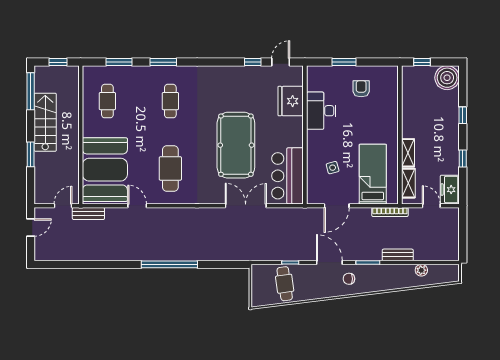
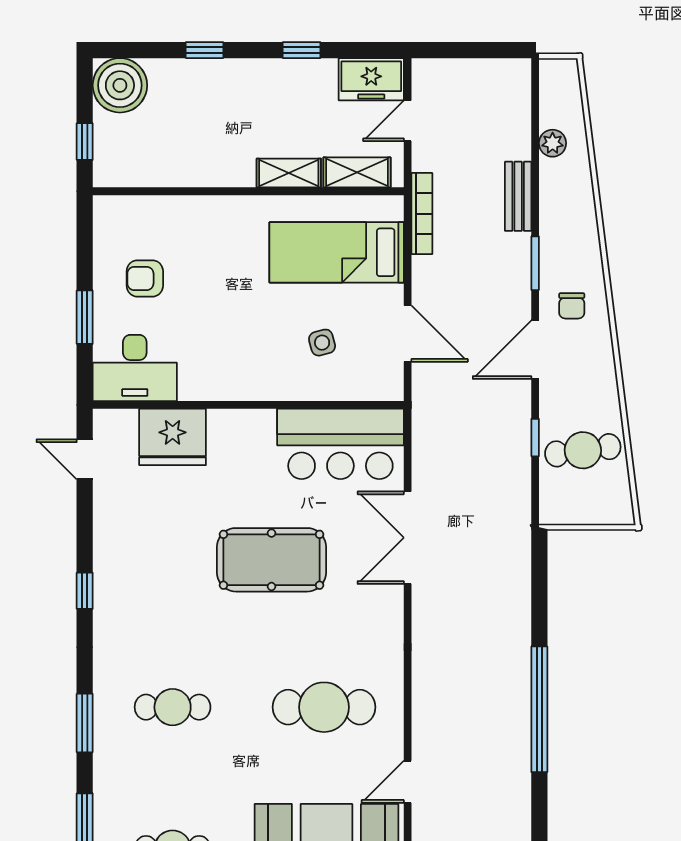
window: (253, 62) -> (85, 591), moved
desk: (321, 111) -> (135, 368), moved
pool table: (236, 145) -> (271, 560), width x0.73, depth x0.76

